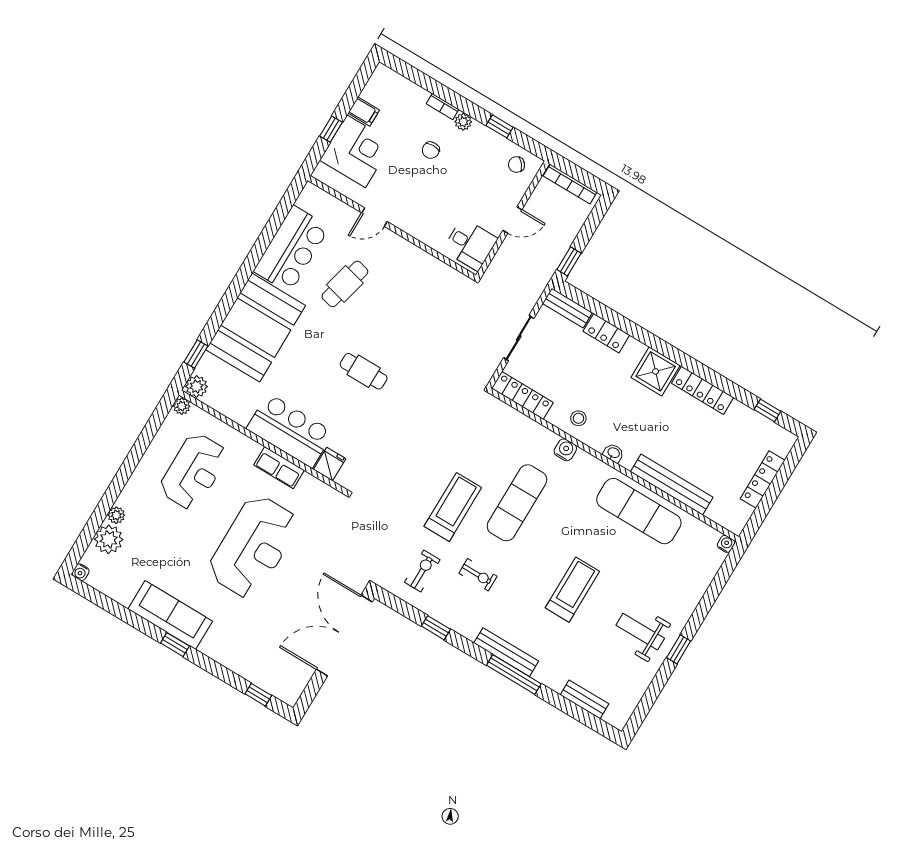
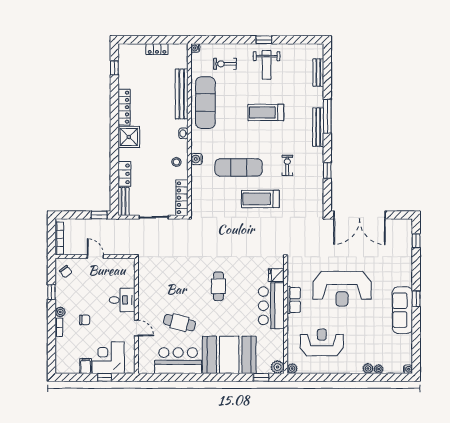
desk: (470, 244) -> (122, 300), moved, turned 90
locker: (763, 479) -> (157, 49), width x0.66
plant: (109, 539) -> (379, 369), width x0.53, depth x0.53
reception desk: (253, 547) -> (342, 289), turned 180
exercise bike: (422, 571) -> (225, 64), moved

